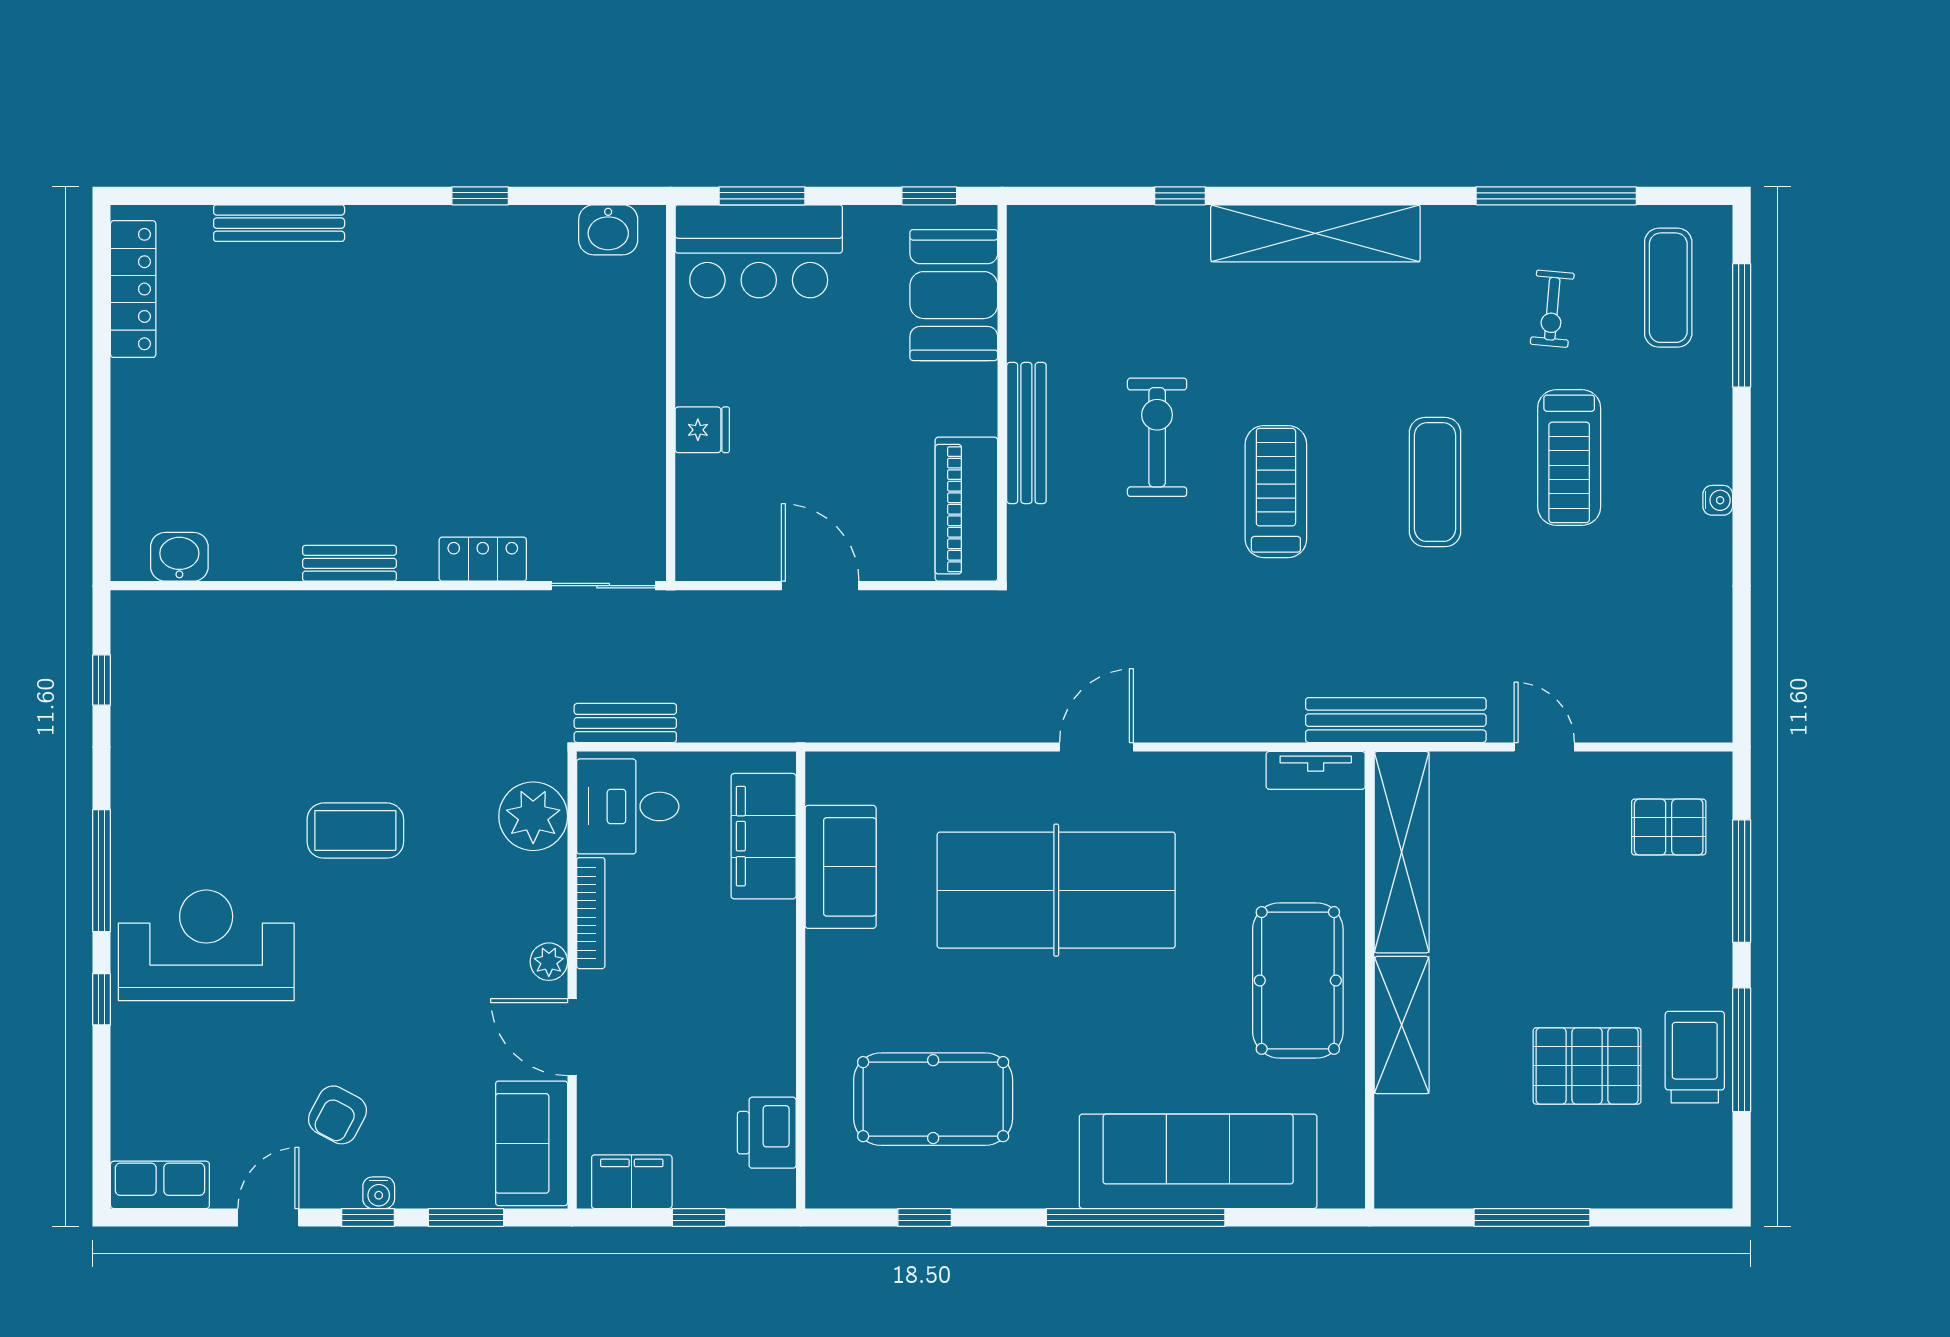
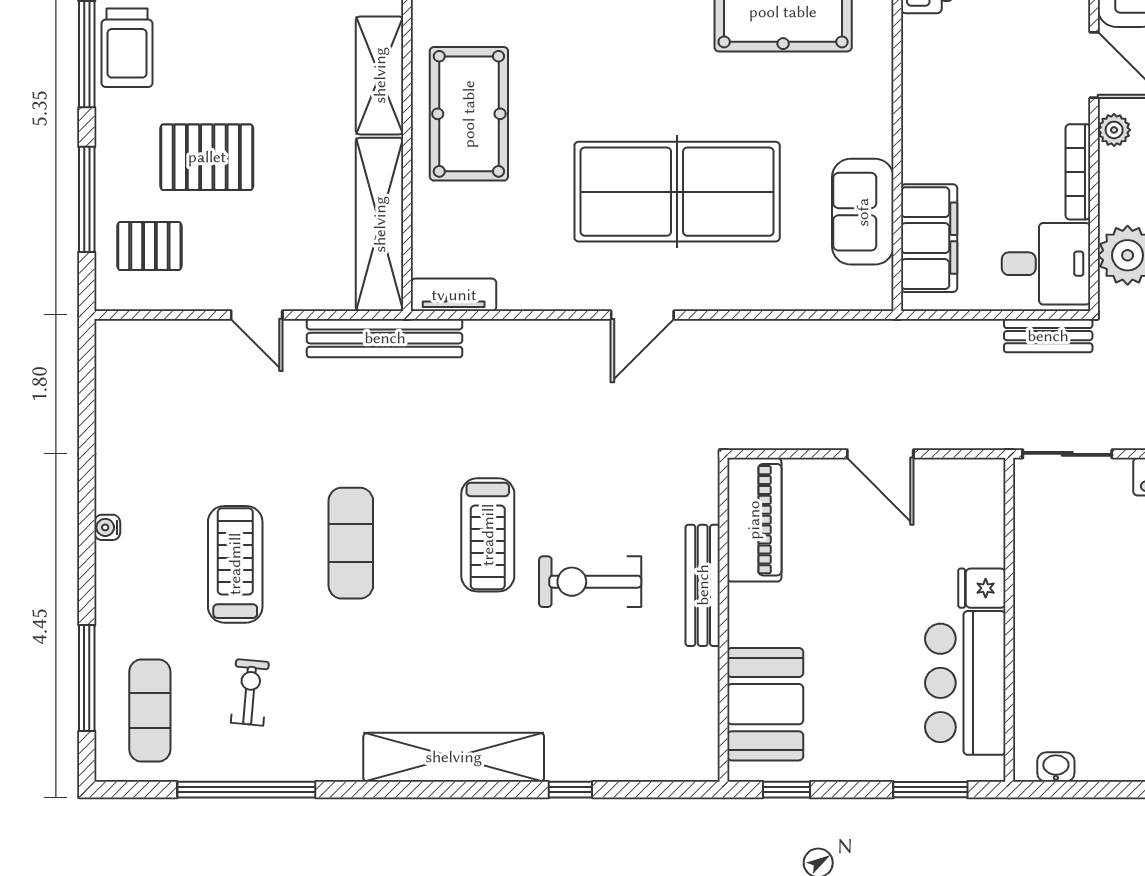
washbasin: (608, 230) -> (1056, 767), width x0.72, depth x0.69
bar counter: (759, 251) -> (965, 683), moved, turned -90
exercise bike: (1157, 437) -> (590, 582), turned 90
pallet: (1587, 1066) -> (207, 157), moved

